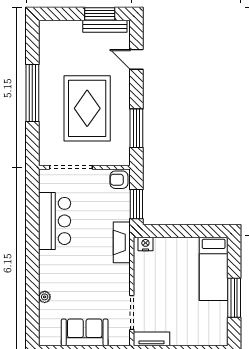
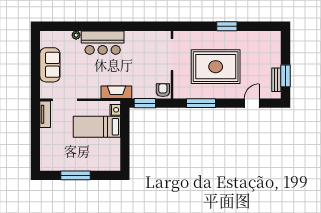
bench: (105, 26) -> (276, 80), width x0.73
window: (32, 93) -> (227, 26), width x0.47
bar counter: (55, 221) -> (103, 43), moved
bed: (214, 269) -> (97, 127), moved

